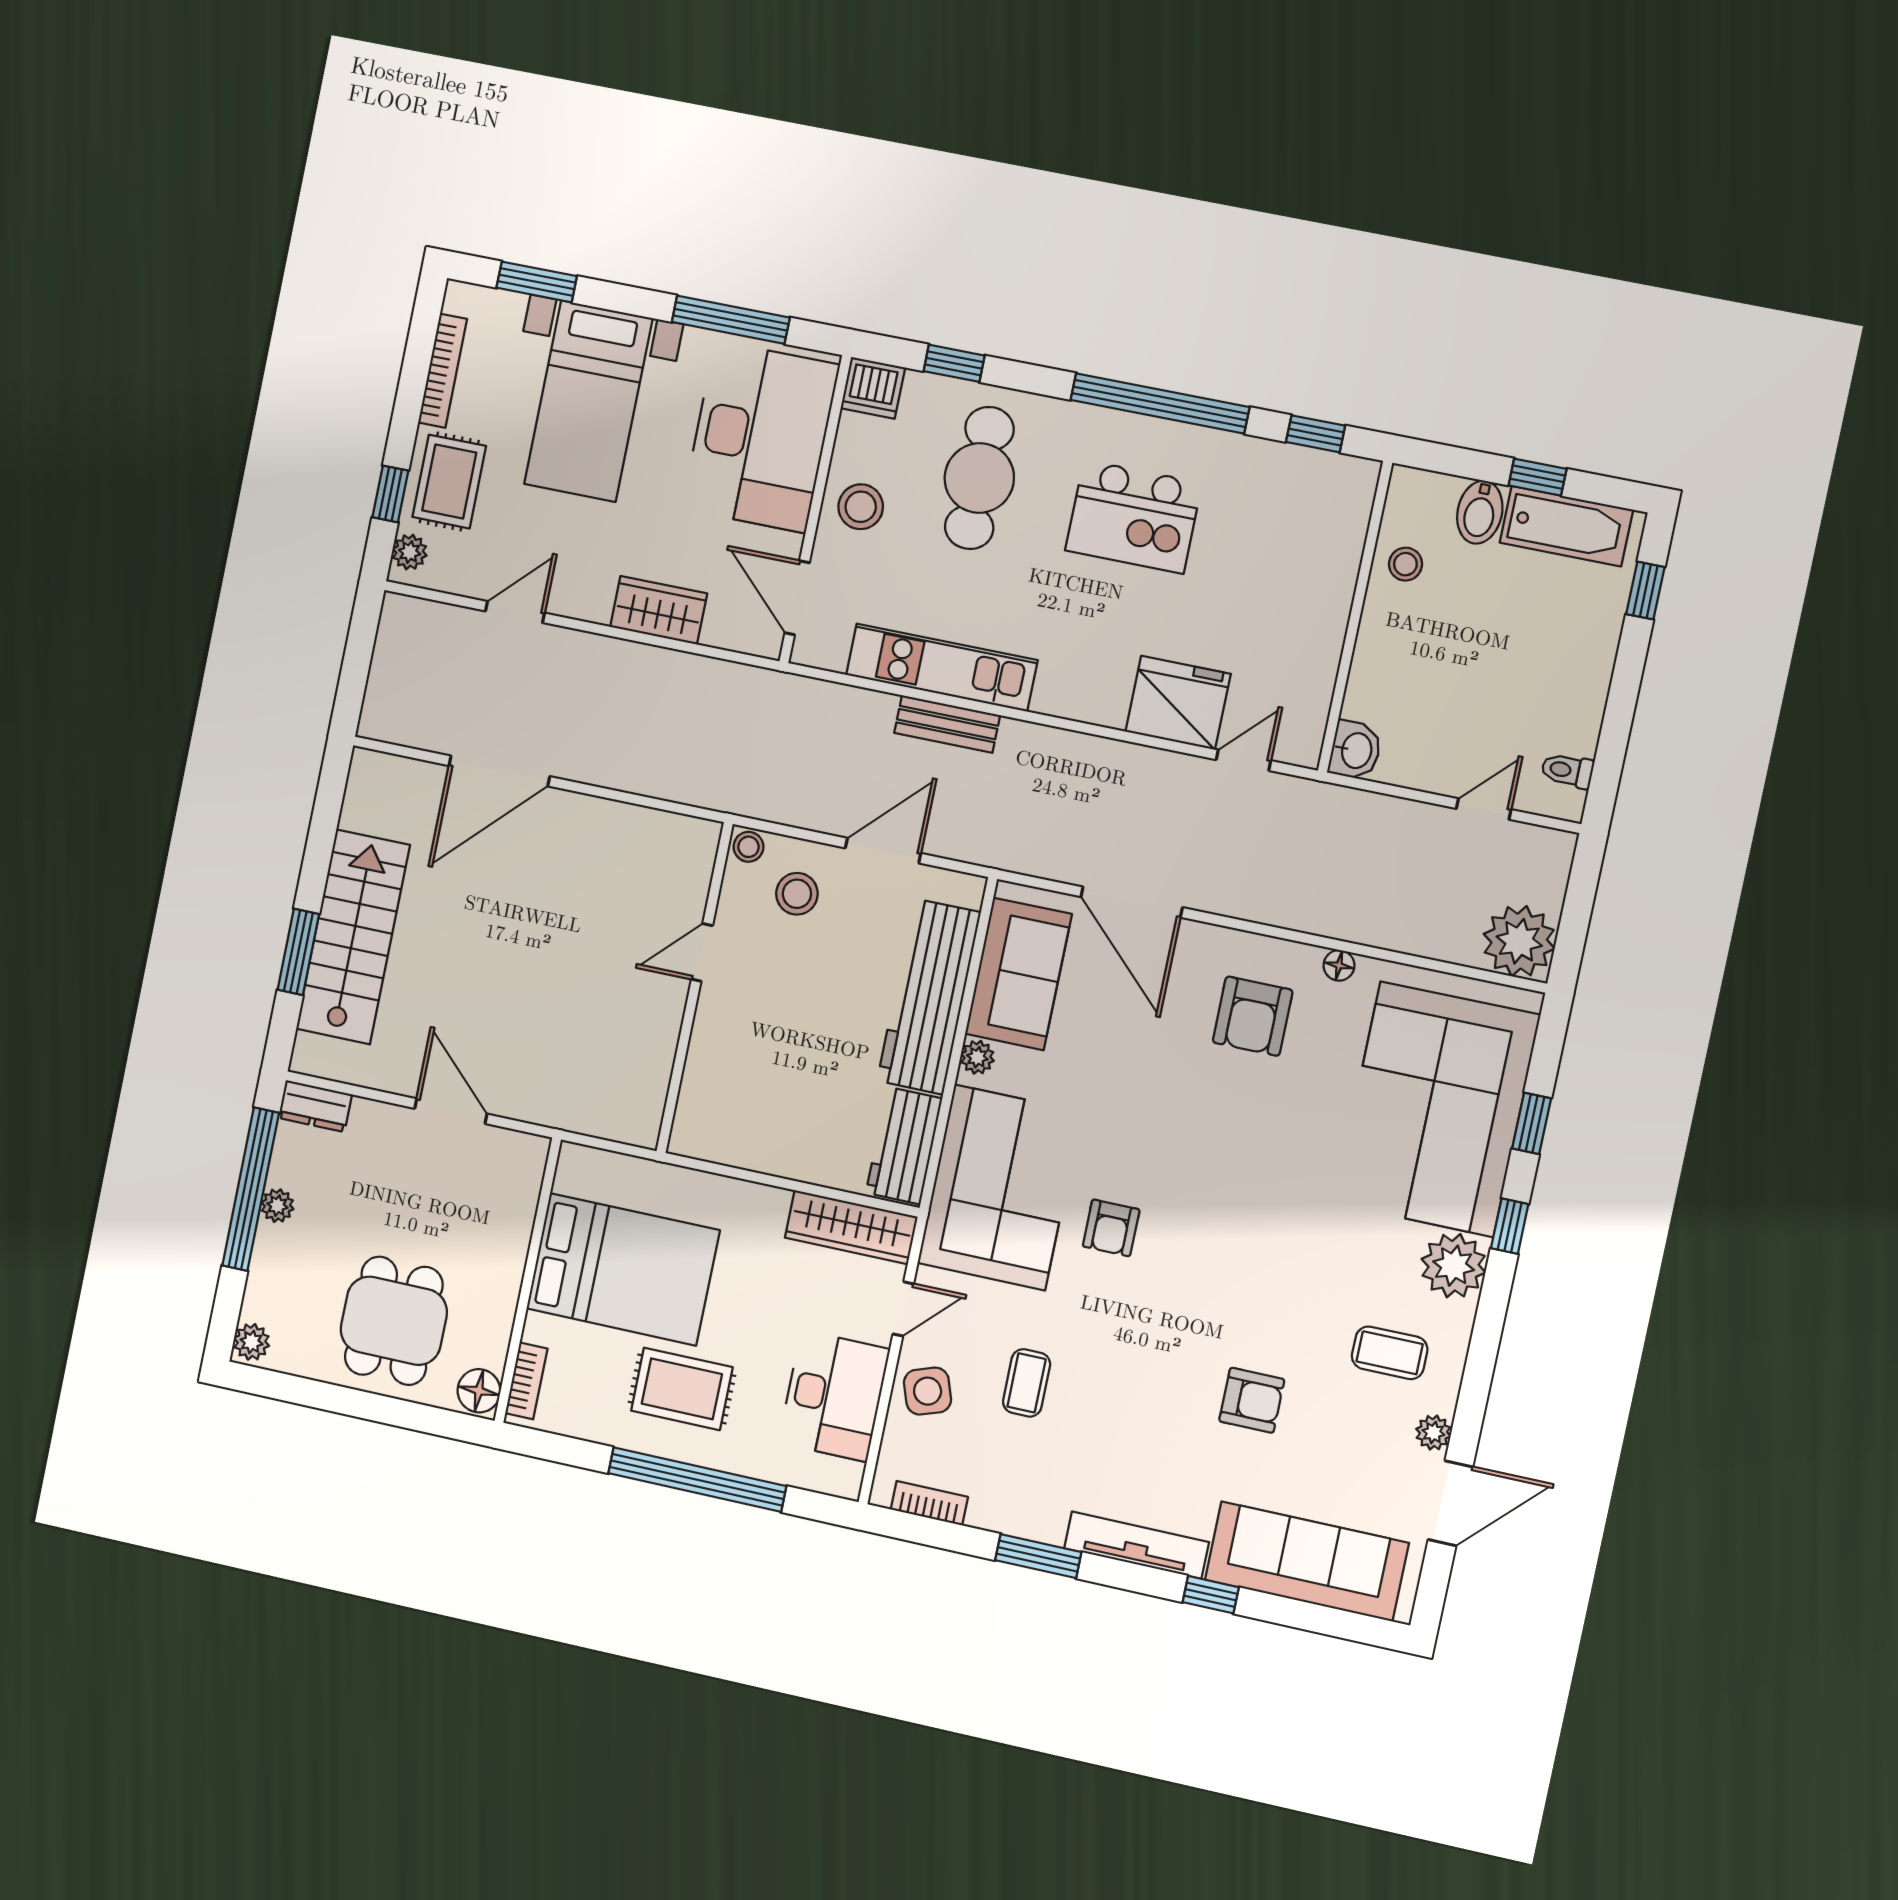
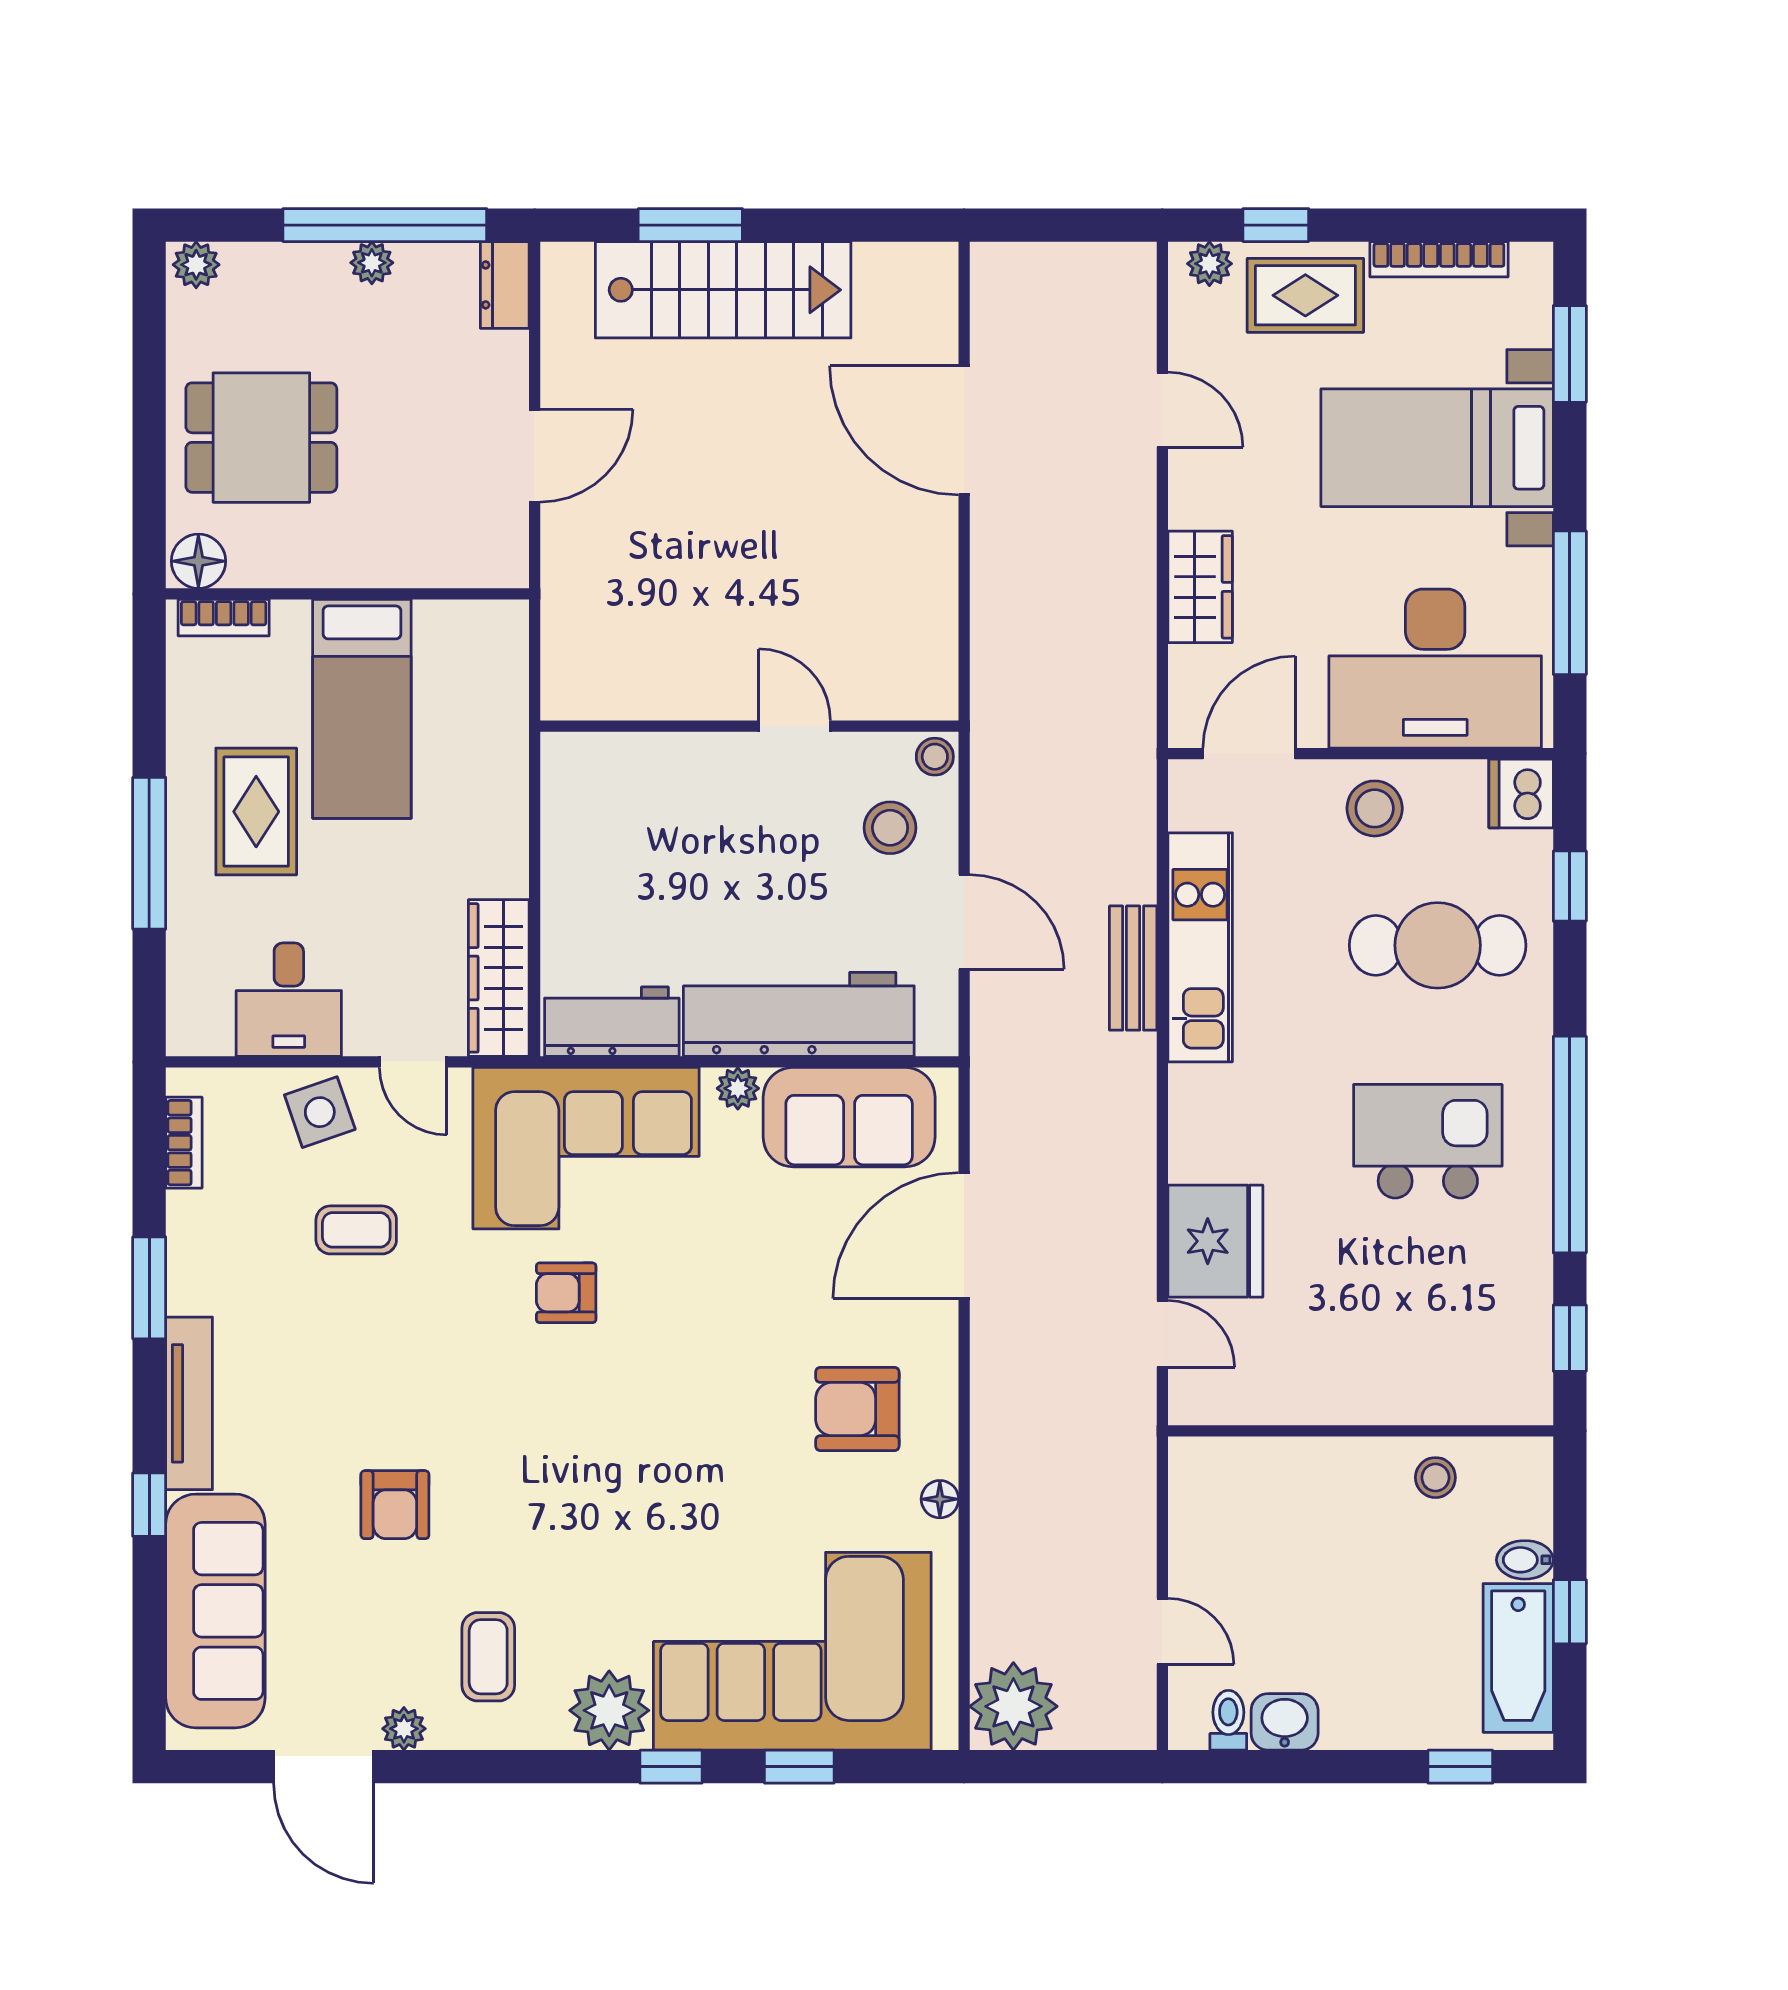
bidet: (1480, 512) -> (1525, 1560), width x0.72, depth x0.74
kitchen island: (1134, 517) -> (1428, 1141), turned 90
washbasin: (1355, 750) -> (1285, 1722), moved, turned 180
bed: (623, 1269) -> (362, 709), width x0.67
desk: (834, 1396) -> (289, 1000), width x0.73
window: (697, 1480) -> (149, 853), width x0.68

